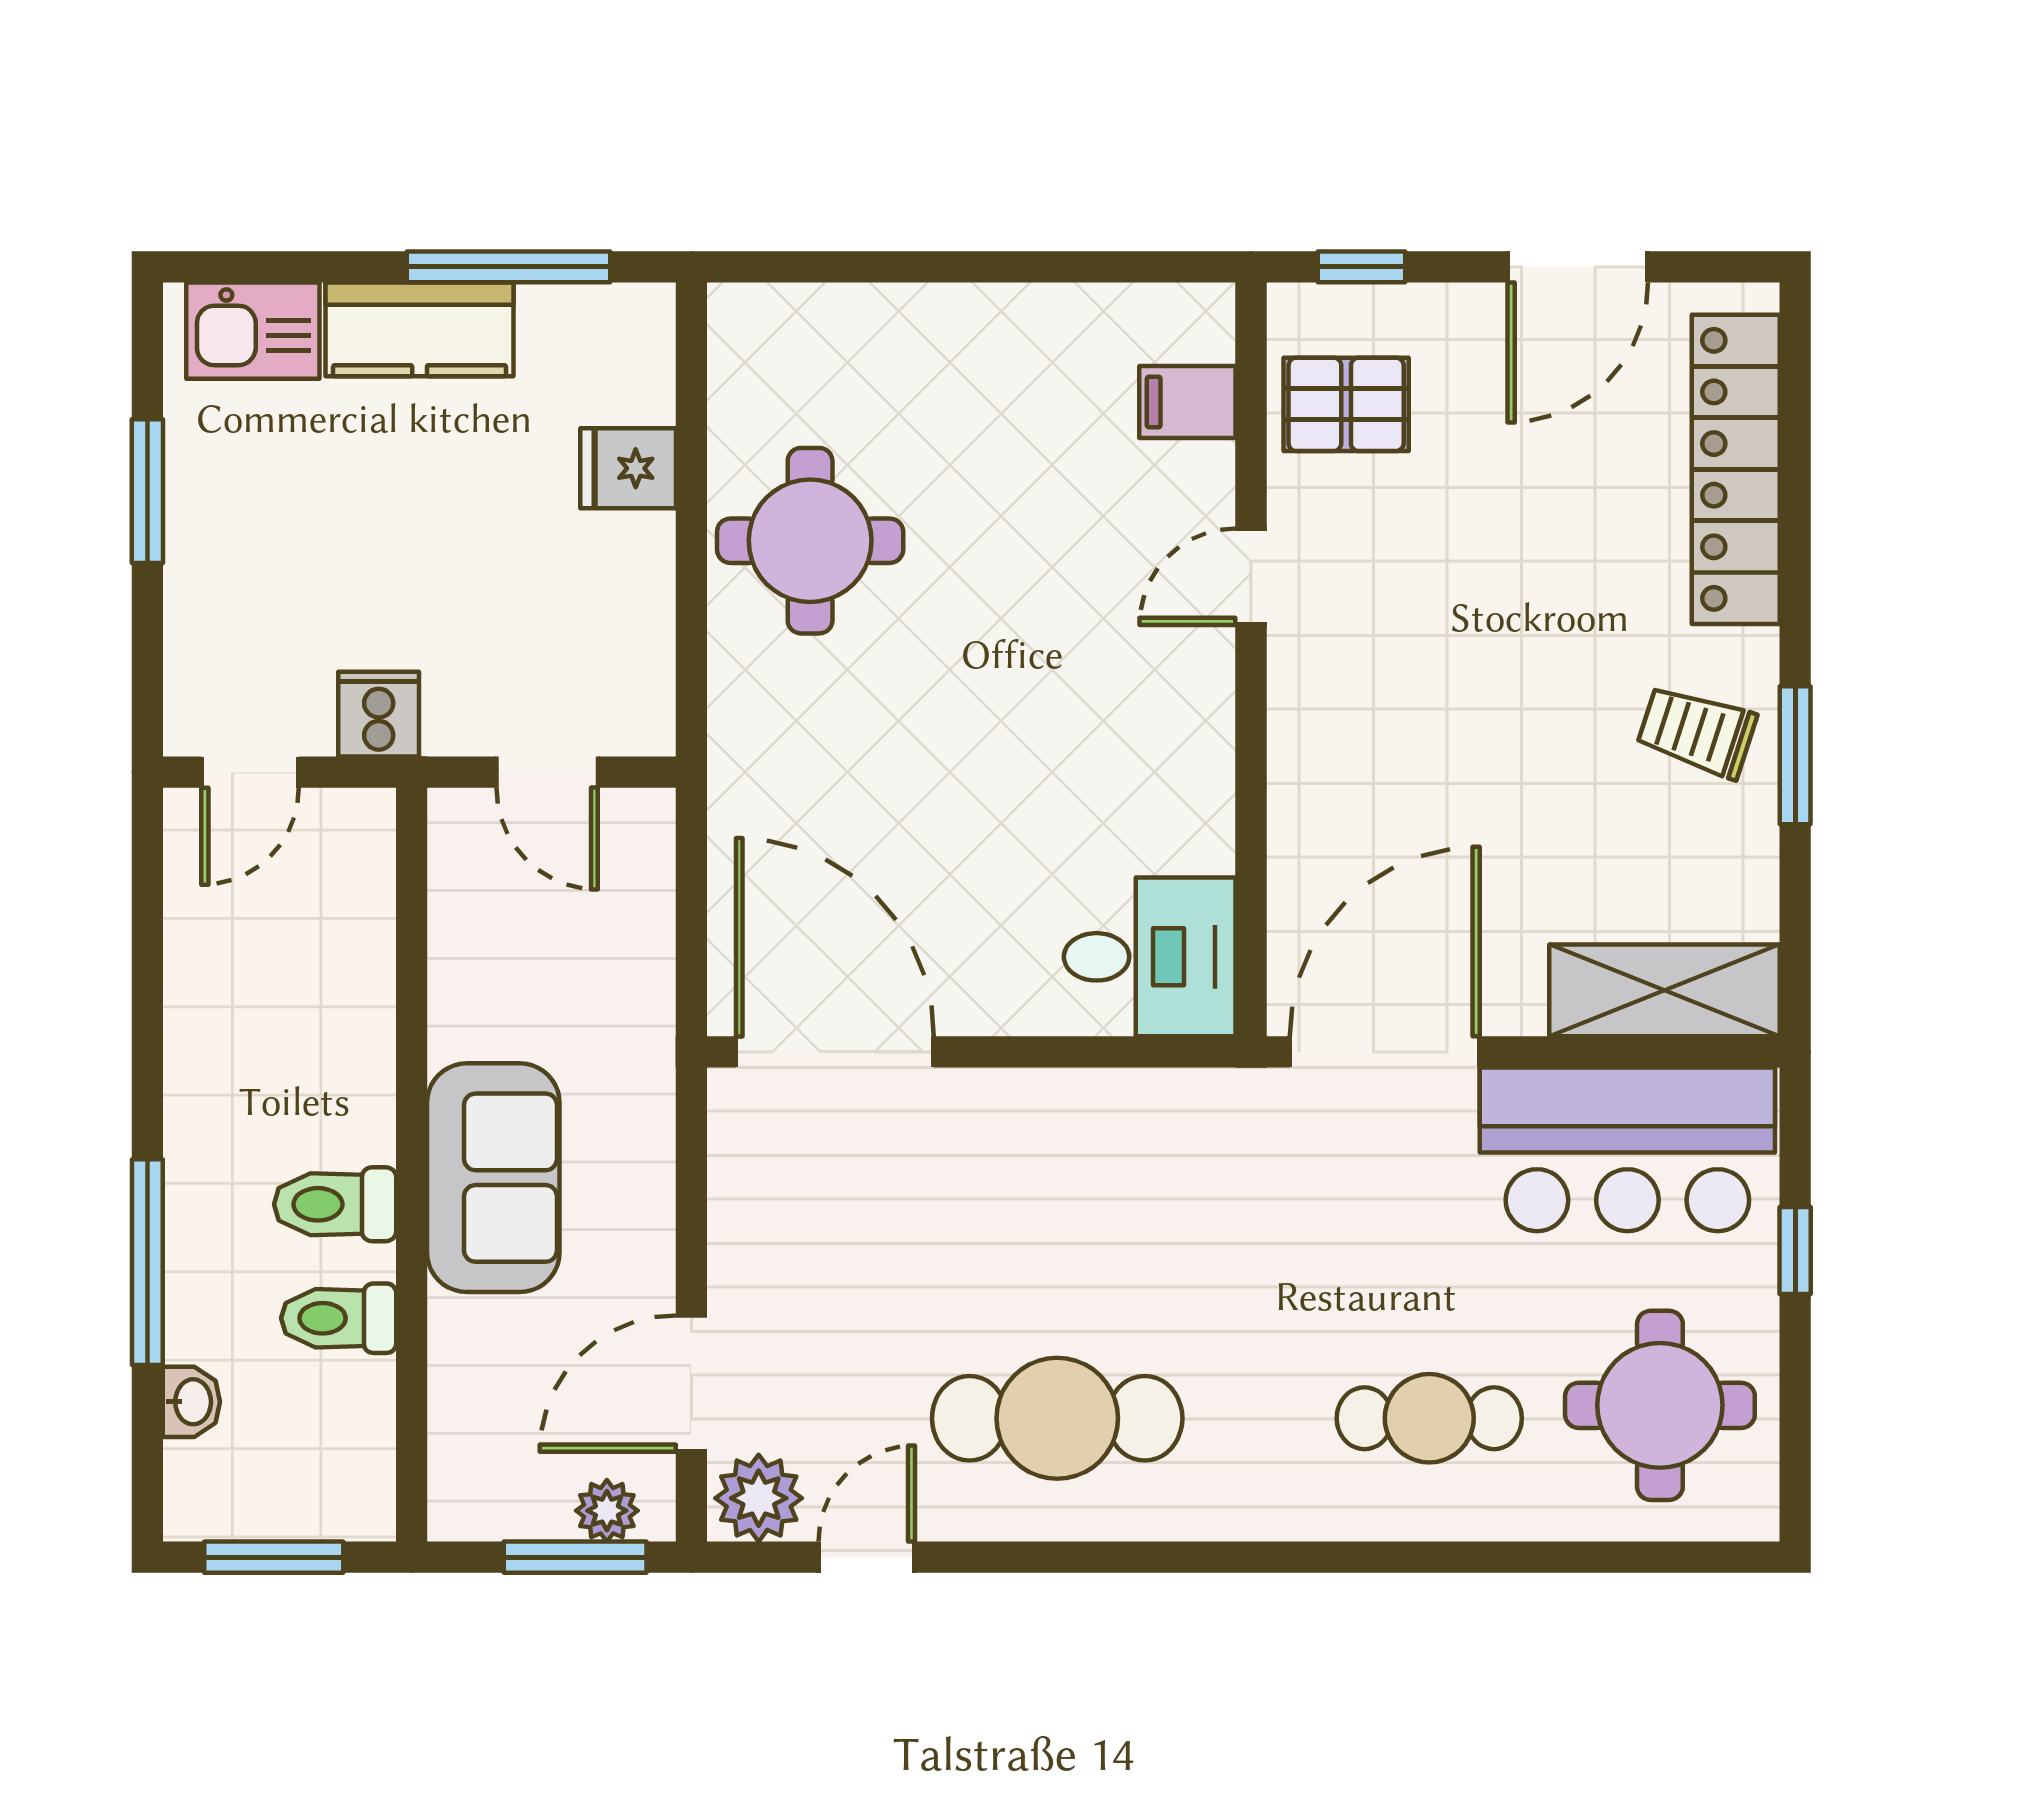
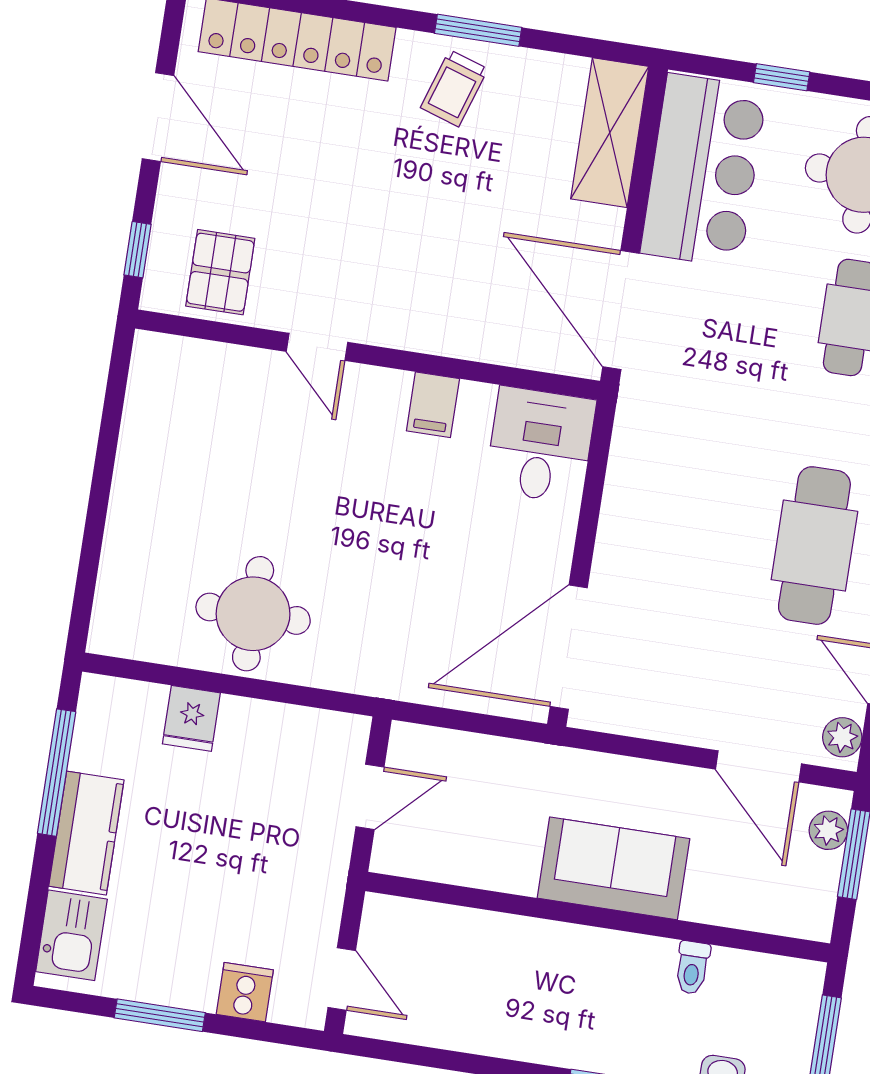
filing cabinet: (1187, 402) -> (433, 405), moved
cooker: (379, 714) -> (245, 992), moved, turned 90
toilet: (335, 1204) -> (615, 968), removed
toilet: (339, 1318) -> (692, 968), width x0.73, depth x0.72
plant: (759, 1498) -> (842, 737), width x0.73, depth x0.73

